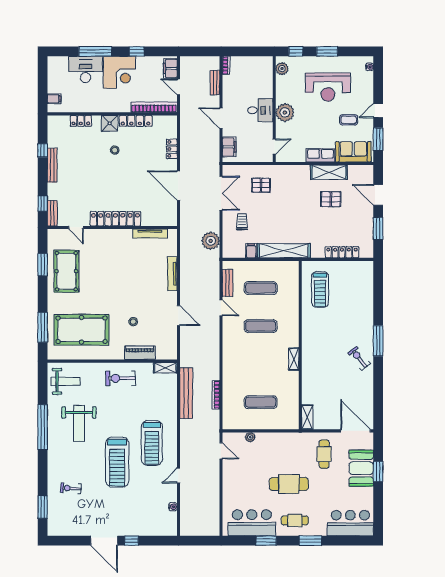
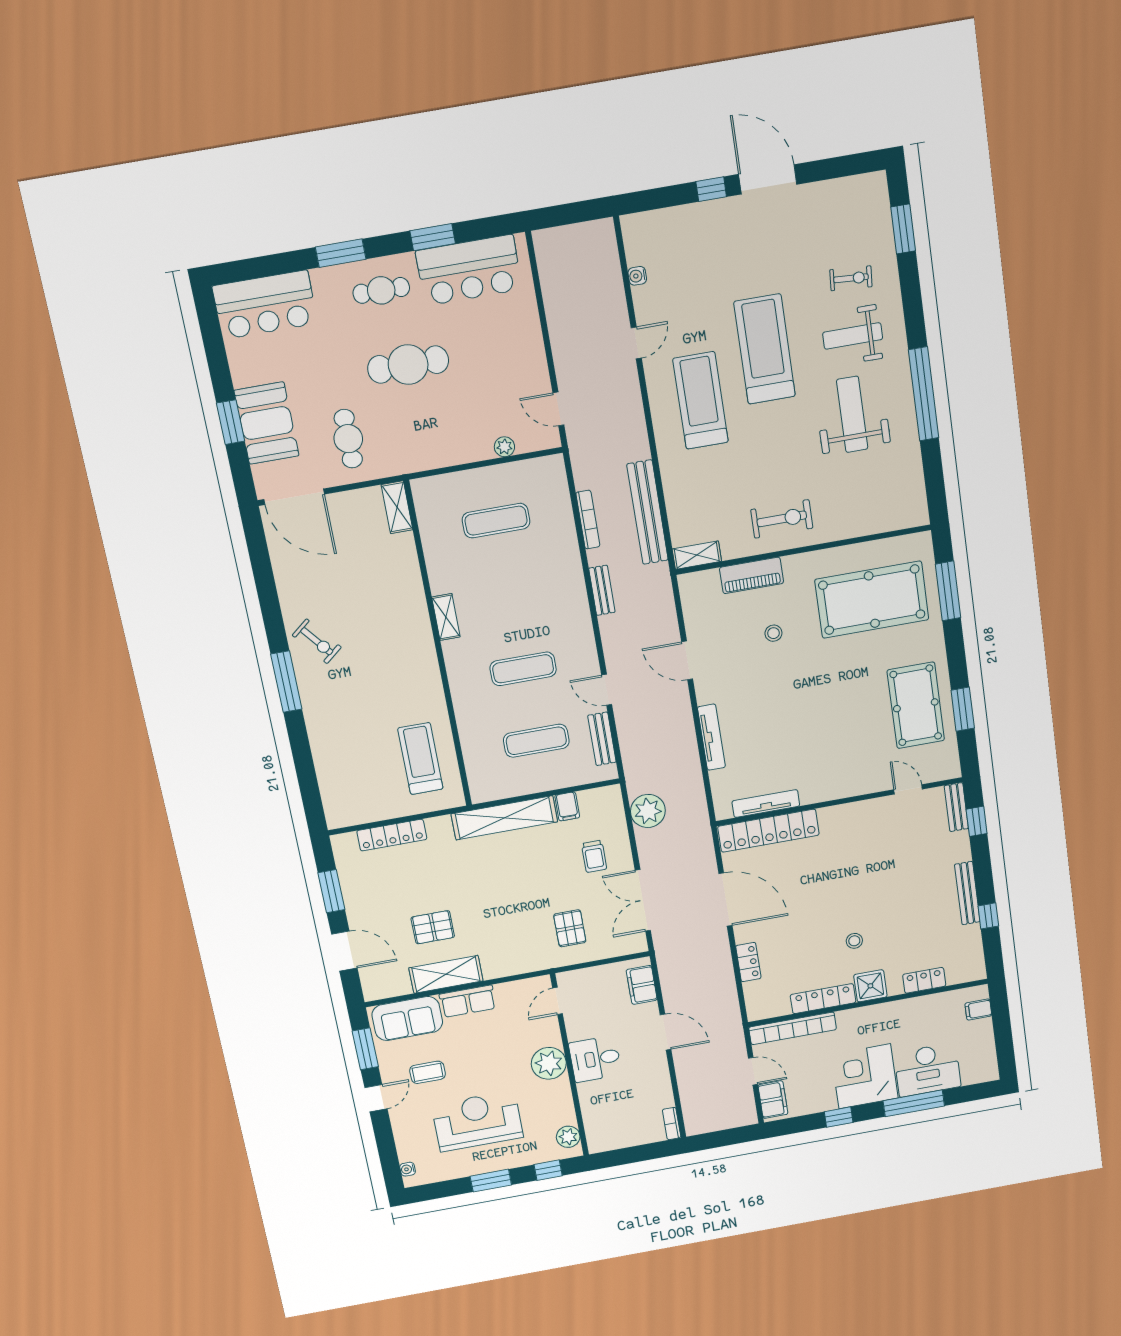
bench: (215, 83) -> (602, 590), moved
pallet: (261, 185) -> (570, 928), turned 90
locker: (115, 219) -> (768, 831), moved
weight bench: (66, 381) -> (853, 336), moved

